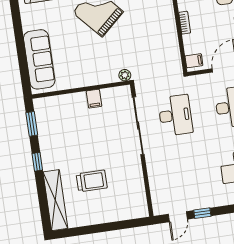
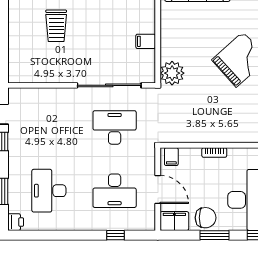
plant: (125, 75) -> (172, 73), width x1.87, depth x1.87
desk: (175, 115) -> (115, 127), turned 180

